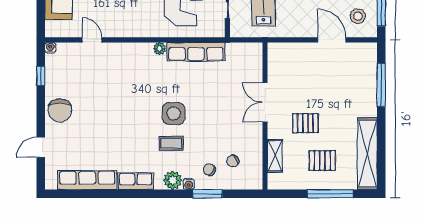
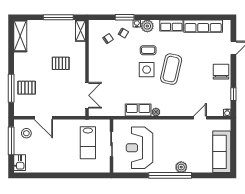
door: (92, 40) -> (200, 118), swing flipped
row of seats: (196, 52) -> (138, 110), width x0.68
double door: (265, 102) -> (87, 95), moved
coffee table: (136, 114) -> (171, 69), added
shelving: (367, 154) -> (20, 36), width x0.68
shelving: (275, 156) -> (81, 31), moved
pallet: (322, 161) -> (27, 88), moved
window: (330, 194) -> (58, 17), moved

